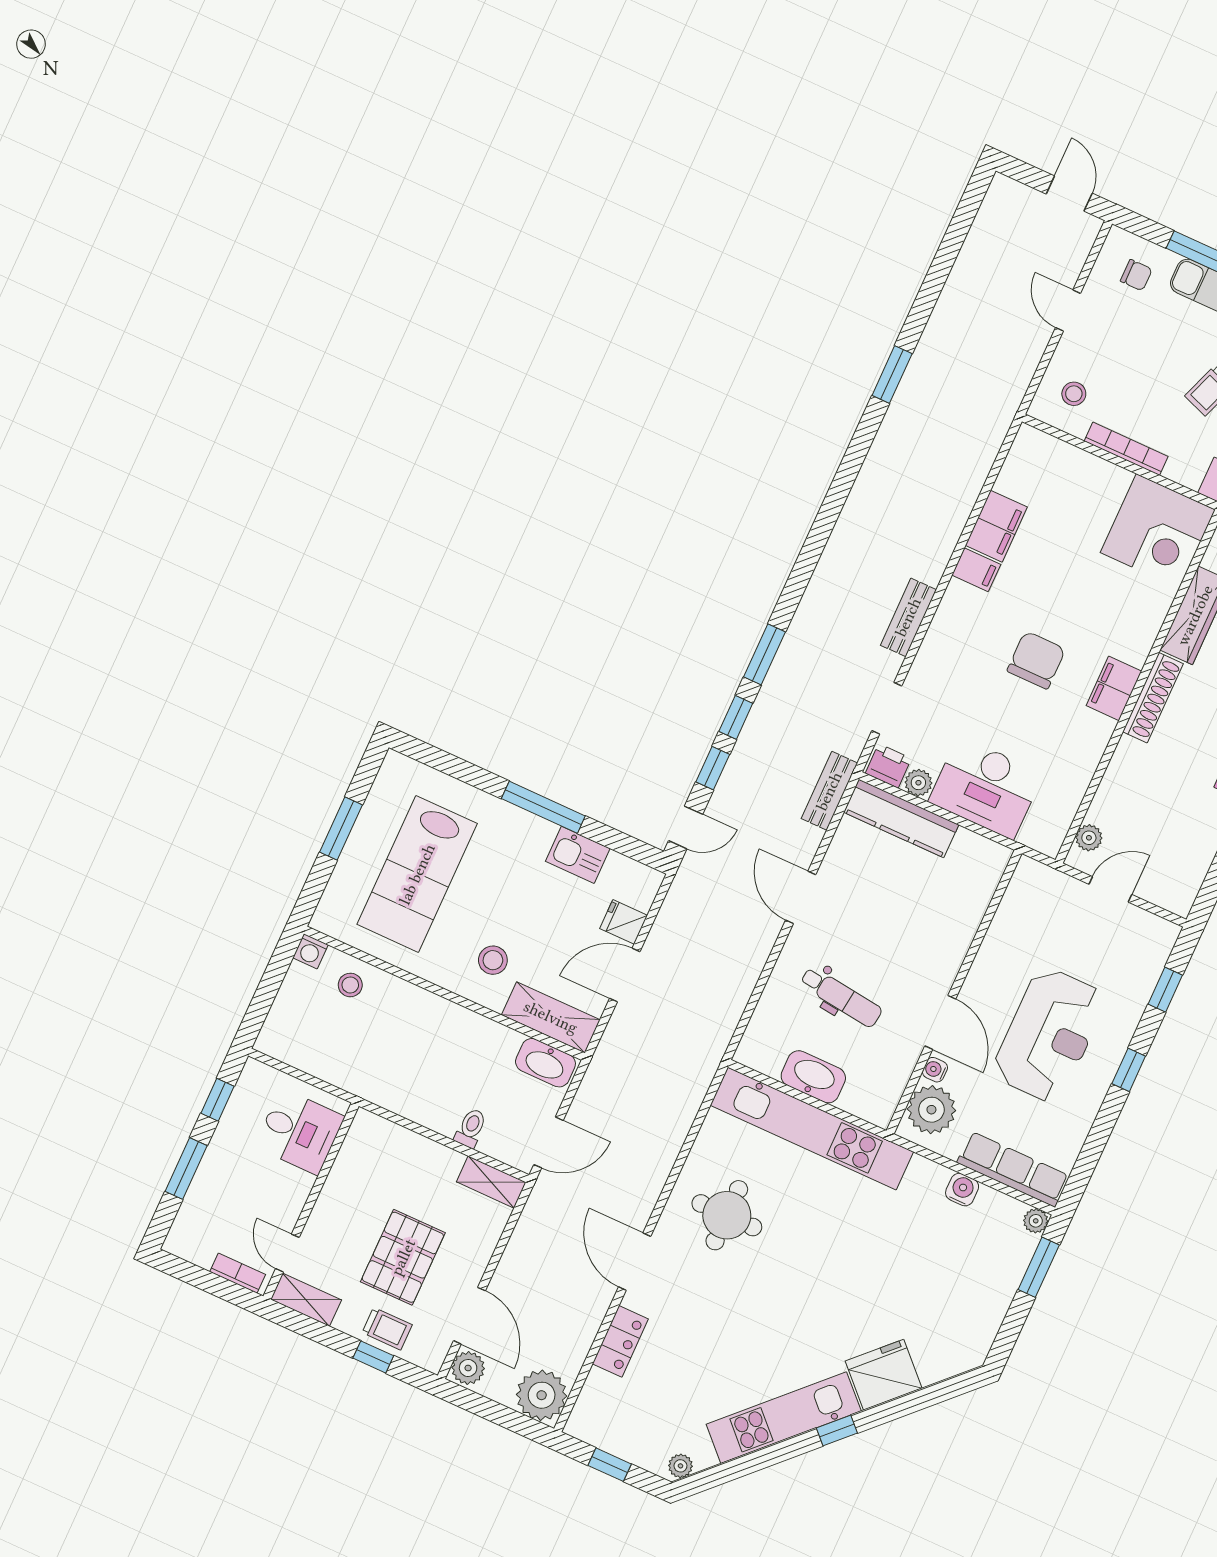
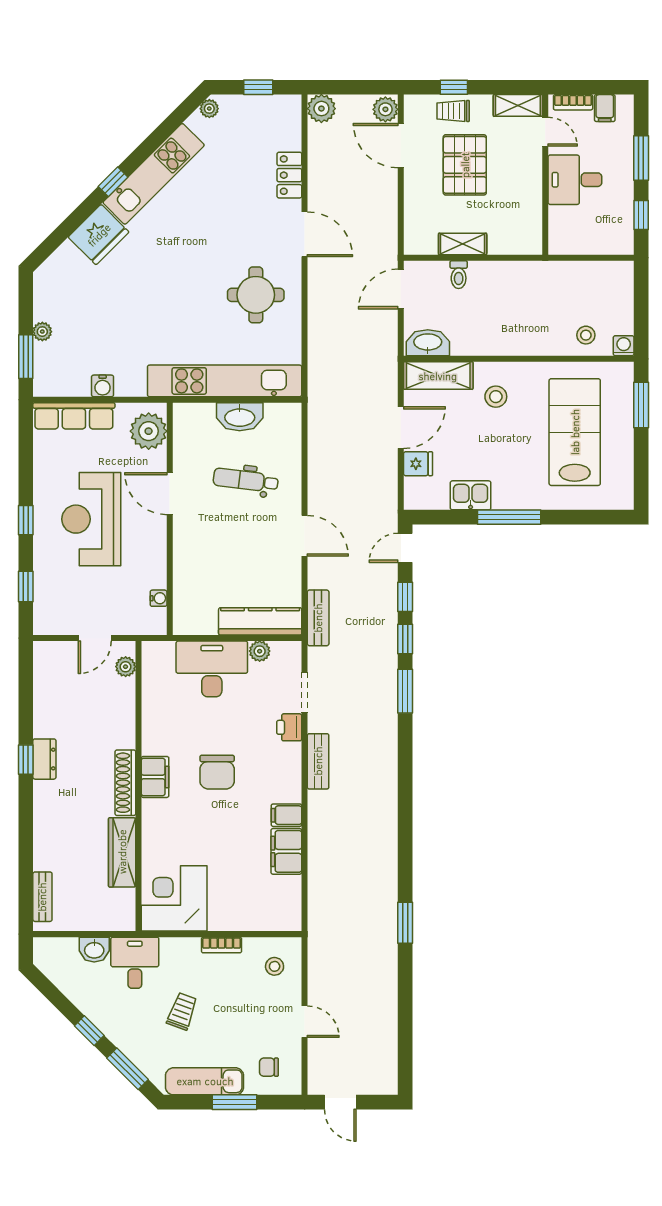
bookcase: (1126, 449) -> (222, 945), width x0.64
printer: (888, 766) -> (289, 727), moved, turned 90
window: (341, 829) -> (641, 405), moved
water cooler: (935, 1070) -> (159, 598), moved
desk: (299, 1132) -> (575, 180), moved
shelving: (491, 1182) -> (463, 244), moved
plant: (1036, 1221) -> (42, 332), moved
filing cabinet: (202, 1249) -> (605, 108), added
plant: (542, 1395) -> (321, 109), width x0.73, depth x0.73

